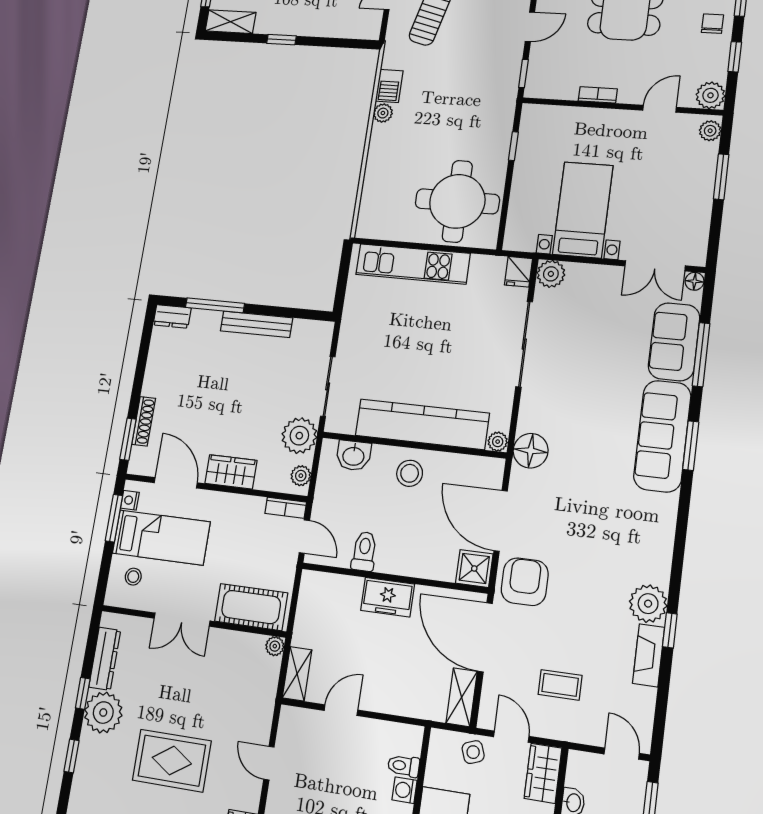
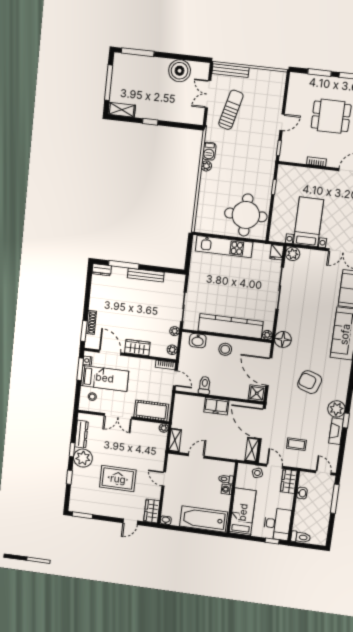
plant: (299, 436) -> (175, 331), width x0.53, depth x0.53
armchair: (525, 582) -> (310, 382), moved, turned -72

